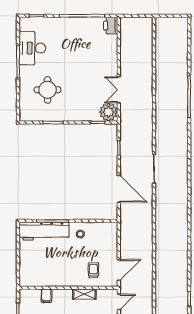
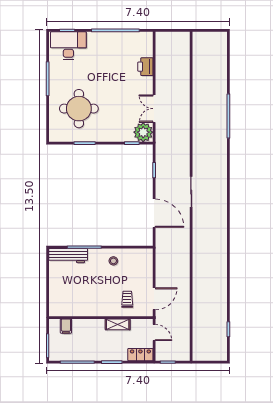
printer: (111, 26) -> (145, 67), moved
desk: (32, 48) -> (68, 46), moved, turned 90
round table: (48, 90) -> (79, 109), width x1.36, depth x1.36
workbench: (44, 231) -> (68, 256), width x0.73, depth x0.76
filing cabinet: (46, 296) -> (66, 326), moved
door: (119, 302) -> (154, 333), hinge flipped

